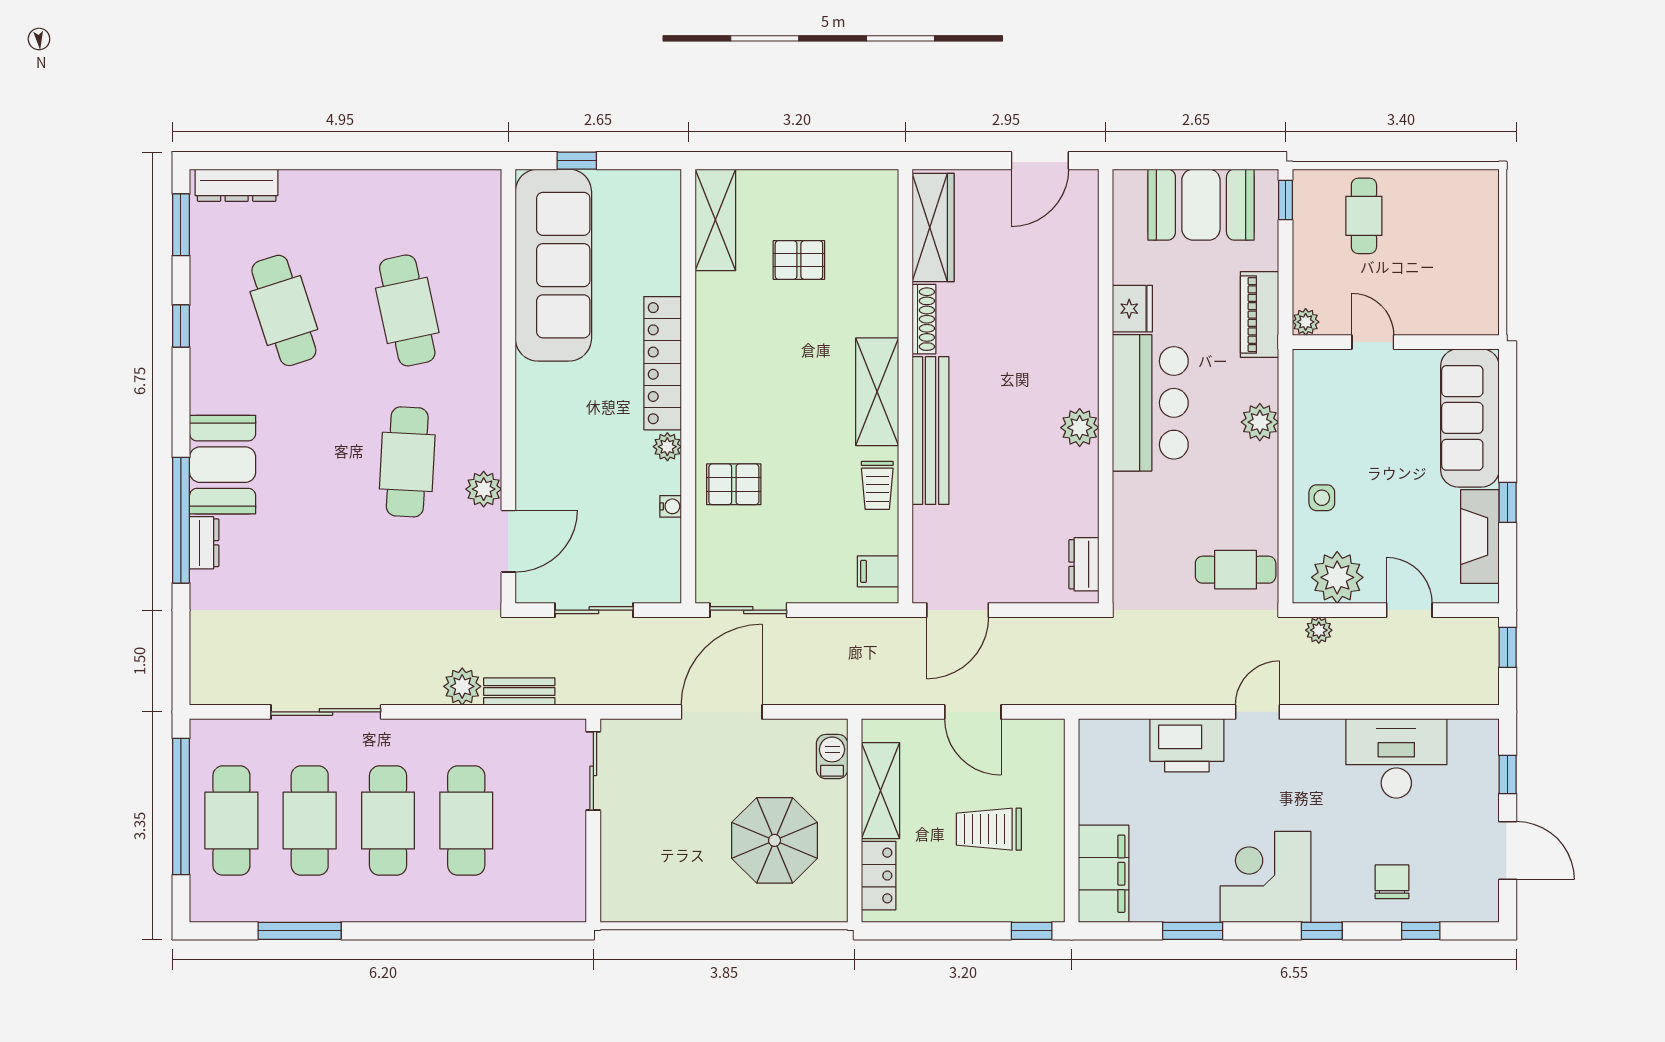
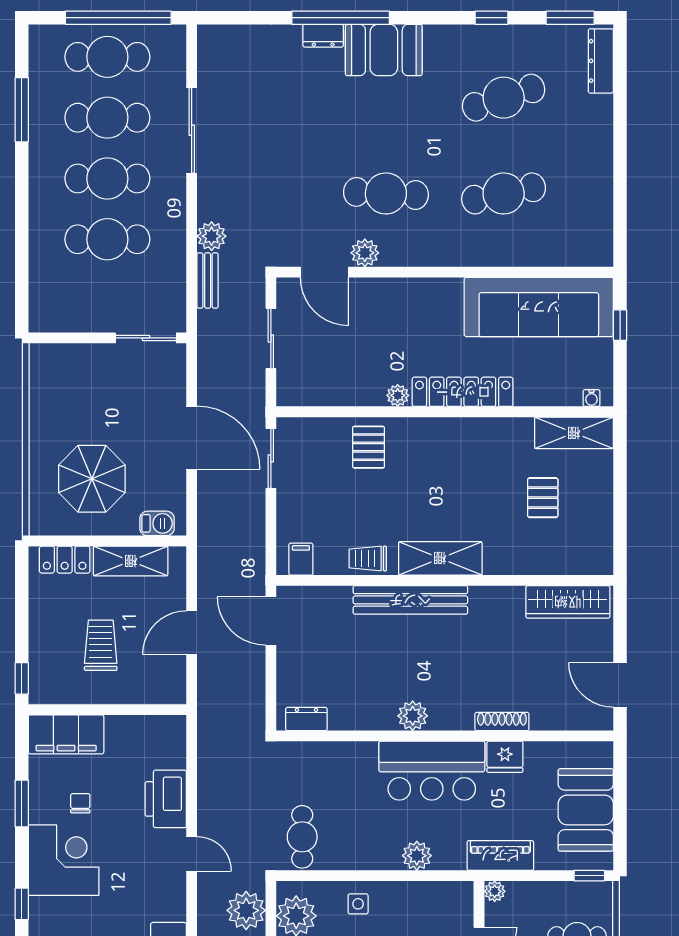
shoe rack: (924, 319) -> (502, 721), moved, turned 180
water cooler: (671, 506) -> (592, 398), moved
plant: (1319, 630) -> (246, 910), width x1.88, depth x1.88
chair: (1192, 855) -> (80, 803), added

